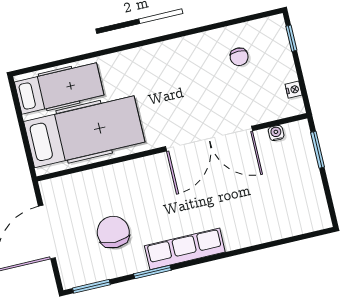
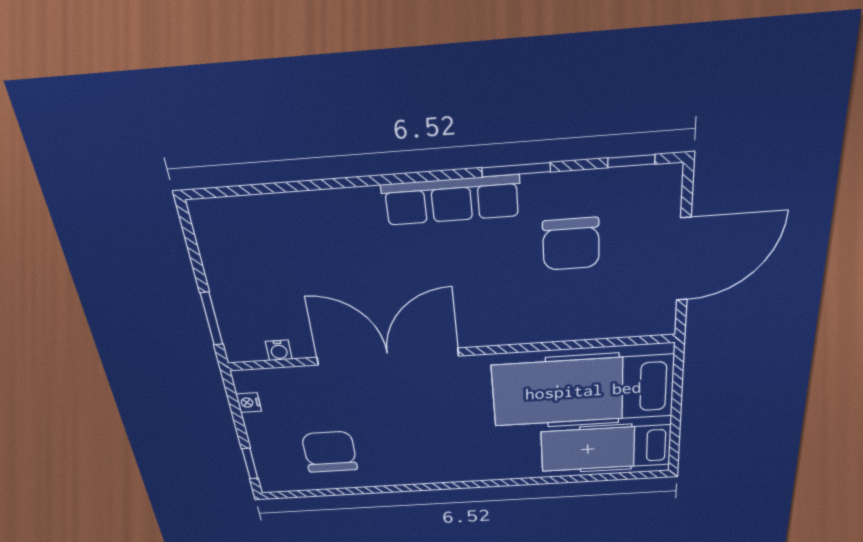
chair: (239, 57) -> (330, 452), width x1.87, depth x1.87
window: (91, 286) -> (631, 161), width x0.67

